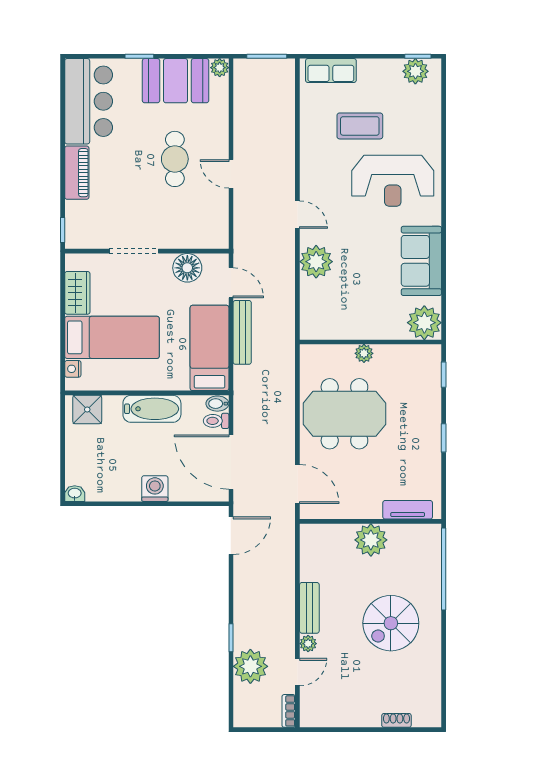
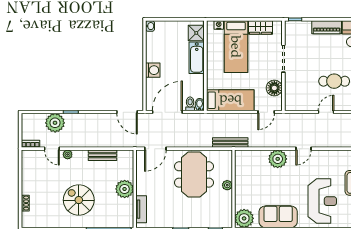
reception desk: (393, 181) -> (322, 201), turned 180
bench: (242, 332) -> (230, 142), moved
bathtub: (152, 409) -> (197, 58), moved
bench: (309, 608) -> (103, 155), moved

